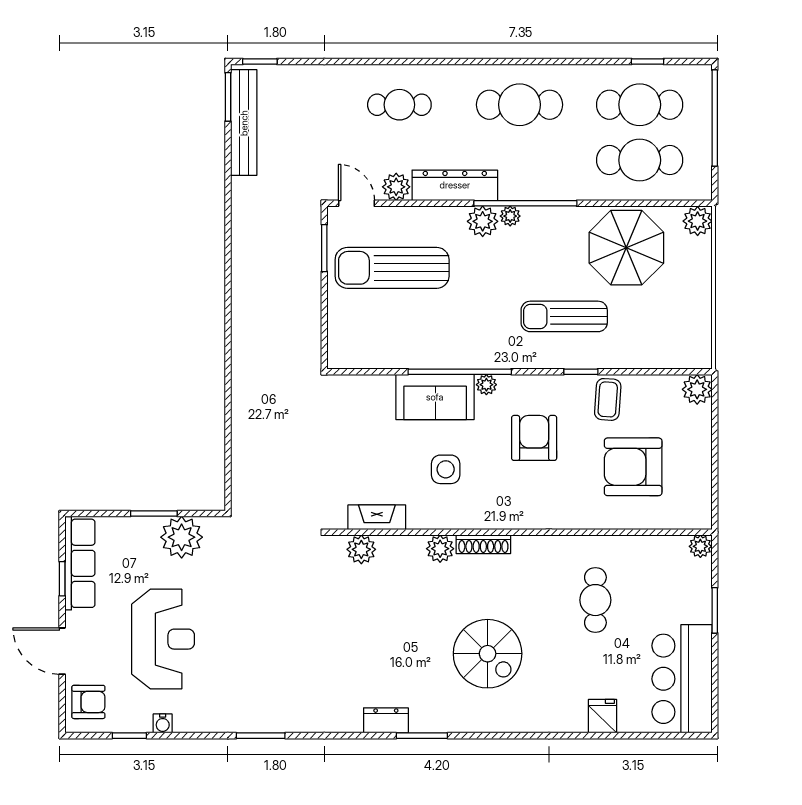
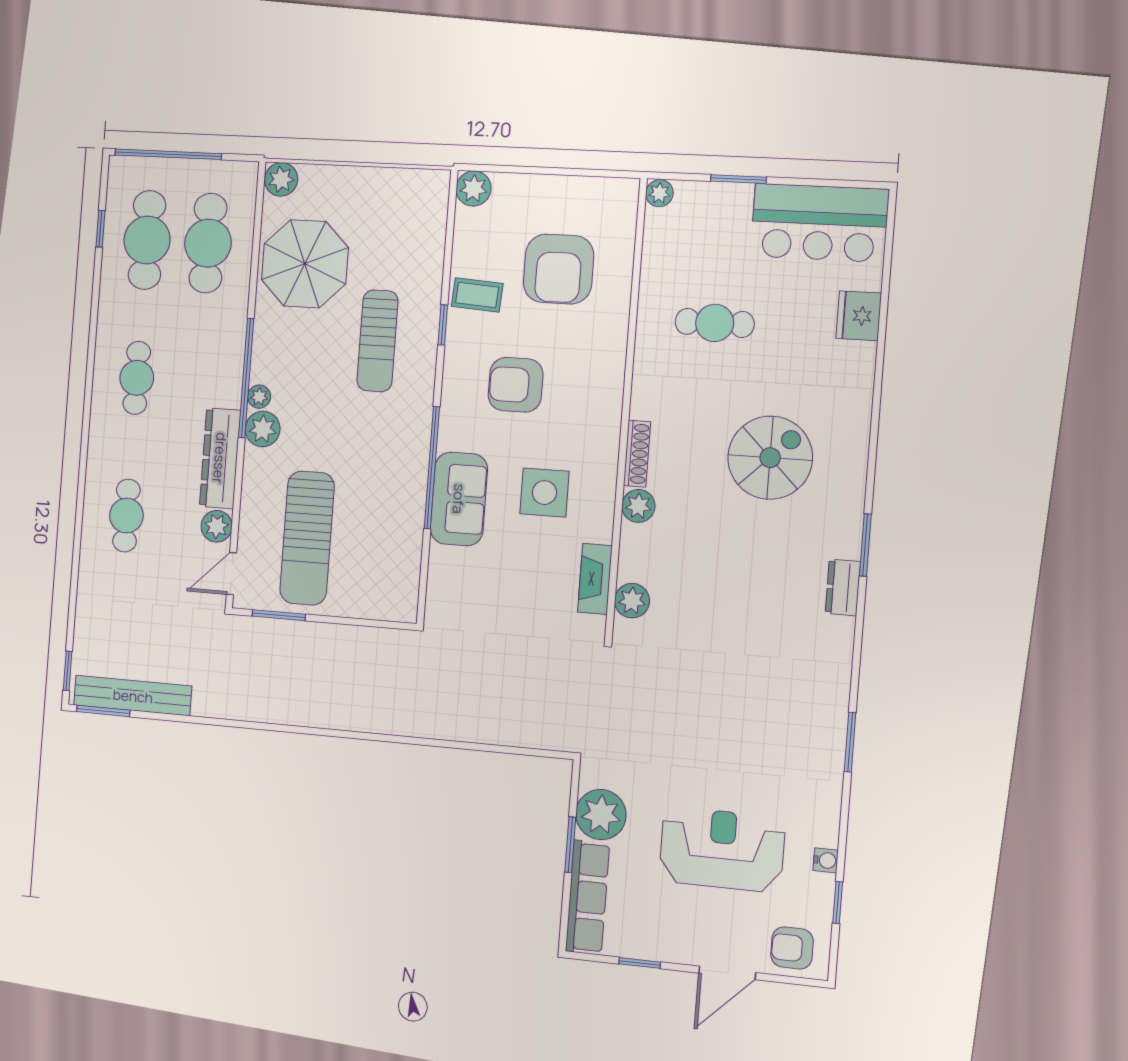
cafe table: (520, 105) -> (137, 378), width x0.73, depth x0.74
plant: (486, 385) -> (449, 437), removed
side table: (446, 469) -> (544, 493), width x1.37, depth x1.37
row of seats: (80, 563) -> (587, 897), moved, turned 90
armchair: (88, 702) -> (792, 948), turned -90
fridge: (602, 716) -> (859, 316), width x1.38

